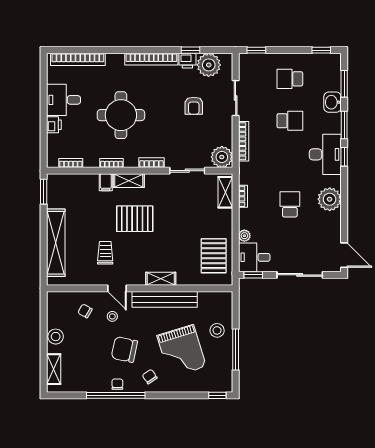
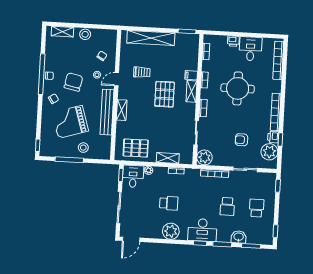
shelving: (225, 192) -> (168, 158), moved

